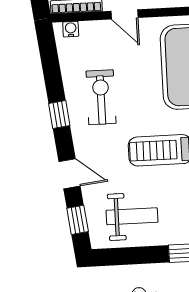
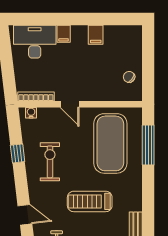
window: (59, 114) -> (18, 153), moved

